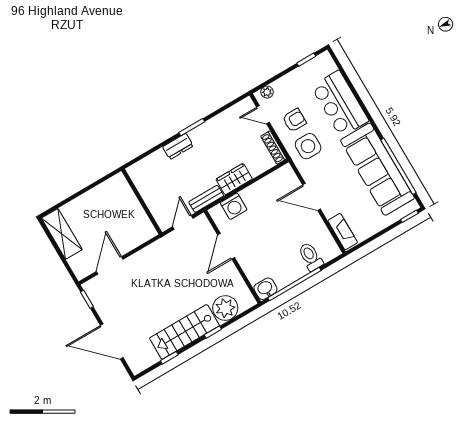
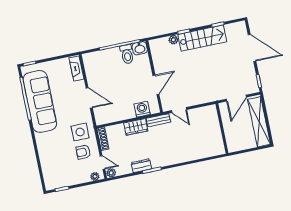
bar counter: (340, 104) -> (50, 153), removed
plant: (246, 105) -> (111, 173), added
dresser: (178, 146) -> (141, 166), moved
wall: (142, 202) -> (222, 128), moved
door: (183, 222) -> (179, 110), hinge flipped
shelving: (62, 234) -> (259, 122), width x1.47
toilet: (311, 257) -> (127, 54), moved
plant: (225, 308) -> (173, 40), width x0.53, depth x0.53

